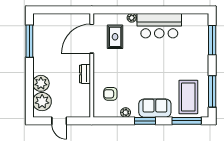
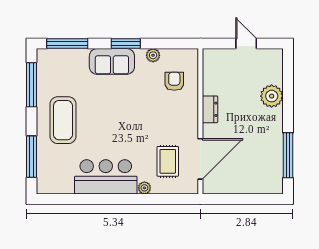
armchair: (110, 94) -> (174, 81), turned -90
coffee table: (188, 97) -> (63, 120), moved
plant: (42, 102) -> (270, 70), removed

